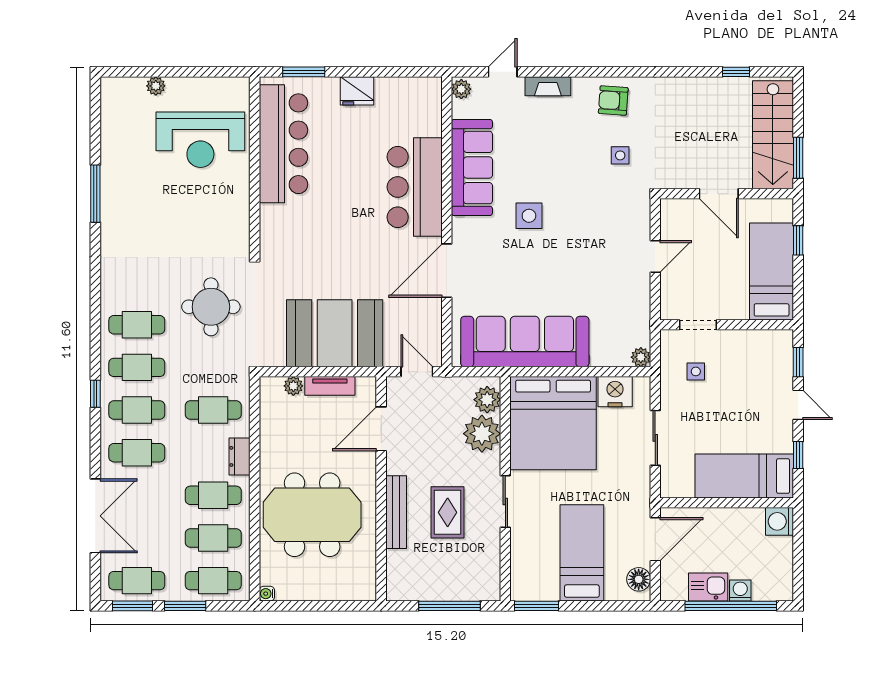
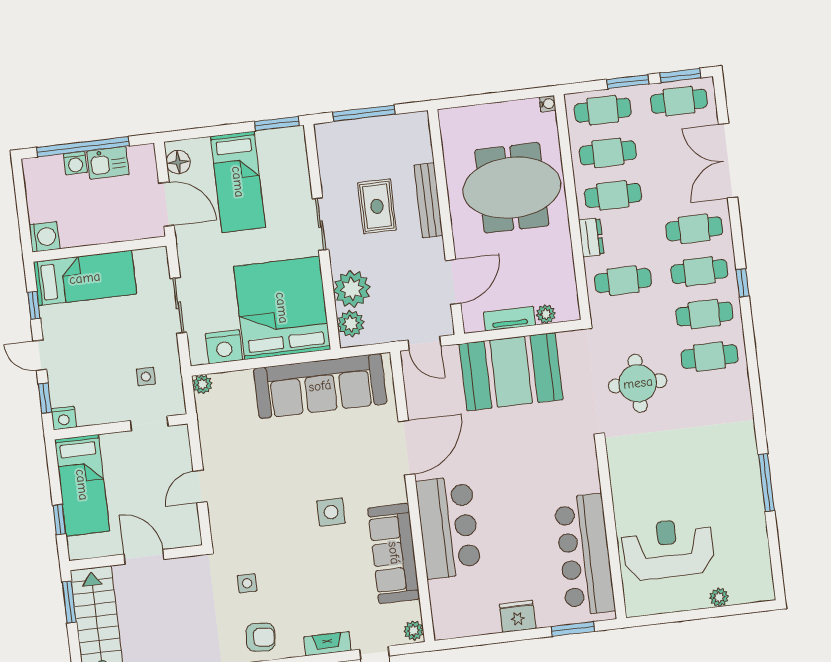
nightstand: (782, 340) -> (64, 418), added
door: (655, 539) -> (166, 204), swing flipped

